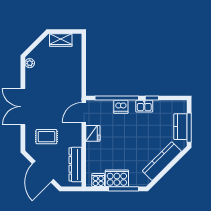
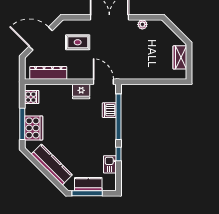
plant: (30, 63) -> (142, 24), moved
kitchen sink: (144, 106) -> (110, 164), moved
dishwasher: (121, 107) -> (109, 110), moved
rug: (46, 137) -> (78, 42), turned 90
cooker: (117, 178) -> (34, 128), moved

